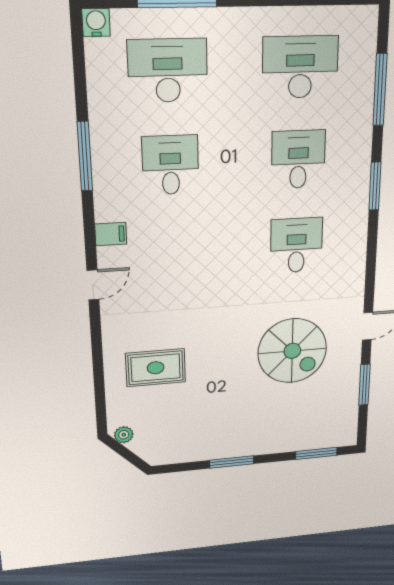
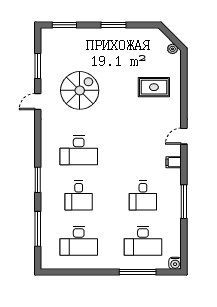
desk: (296, 245) -> (79, 150), width x1.37
spiral stairs: (292, 351) -> (80, 90), turned 90

